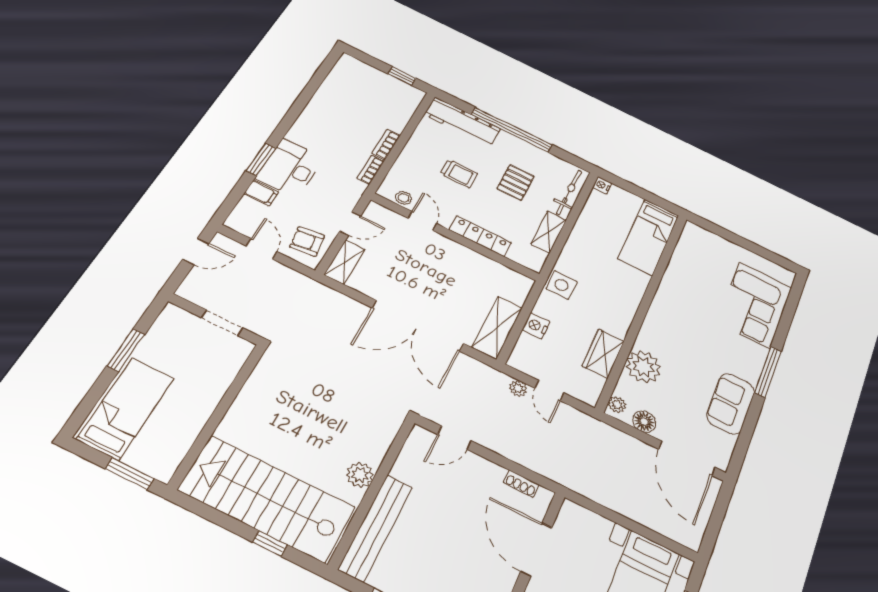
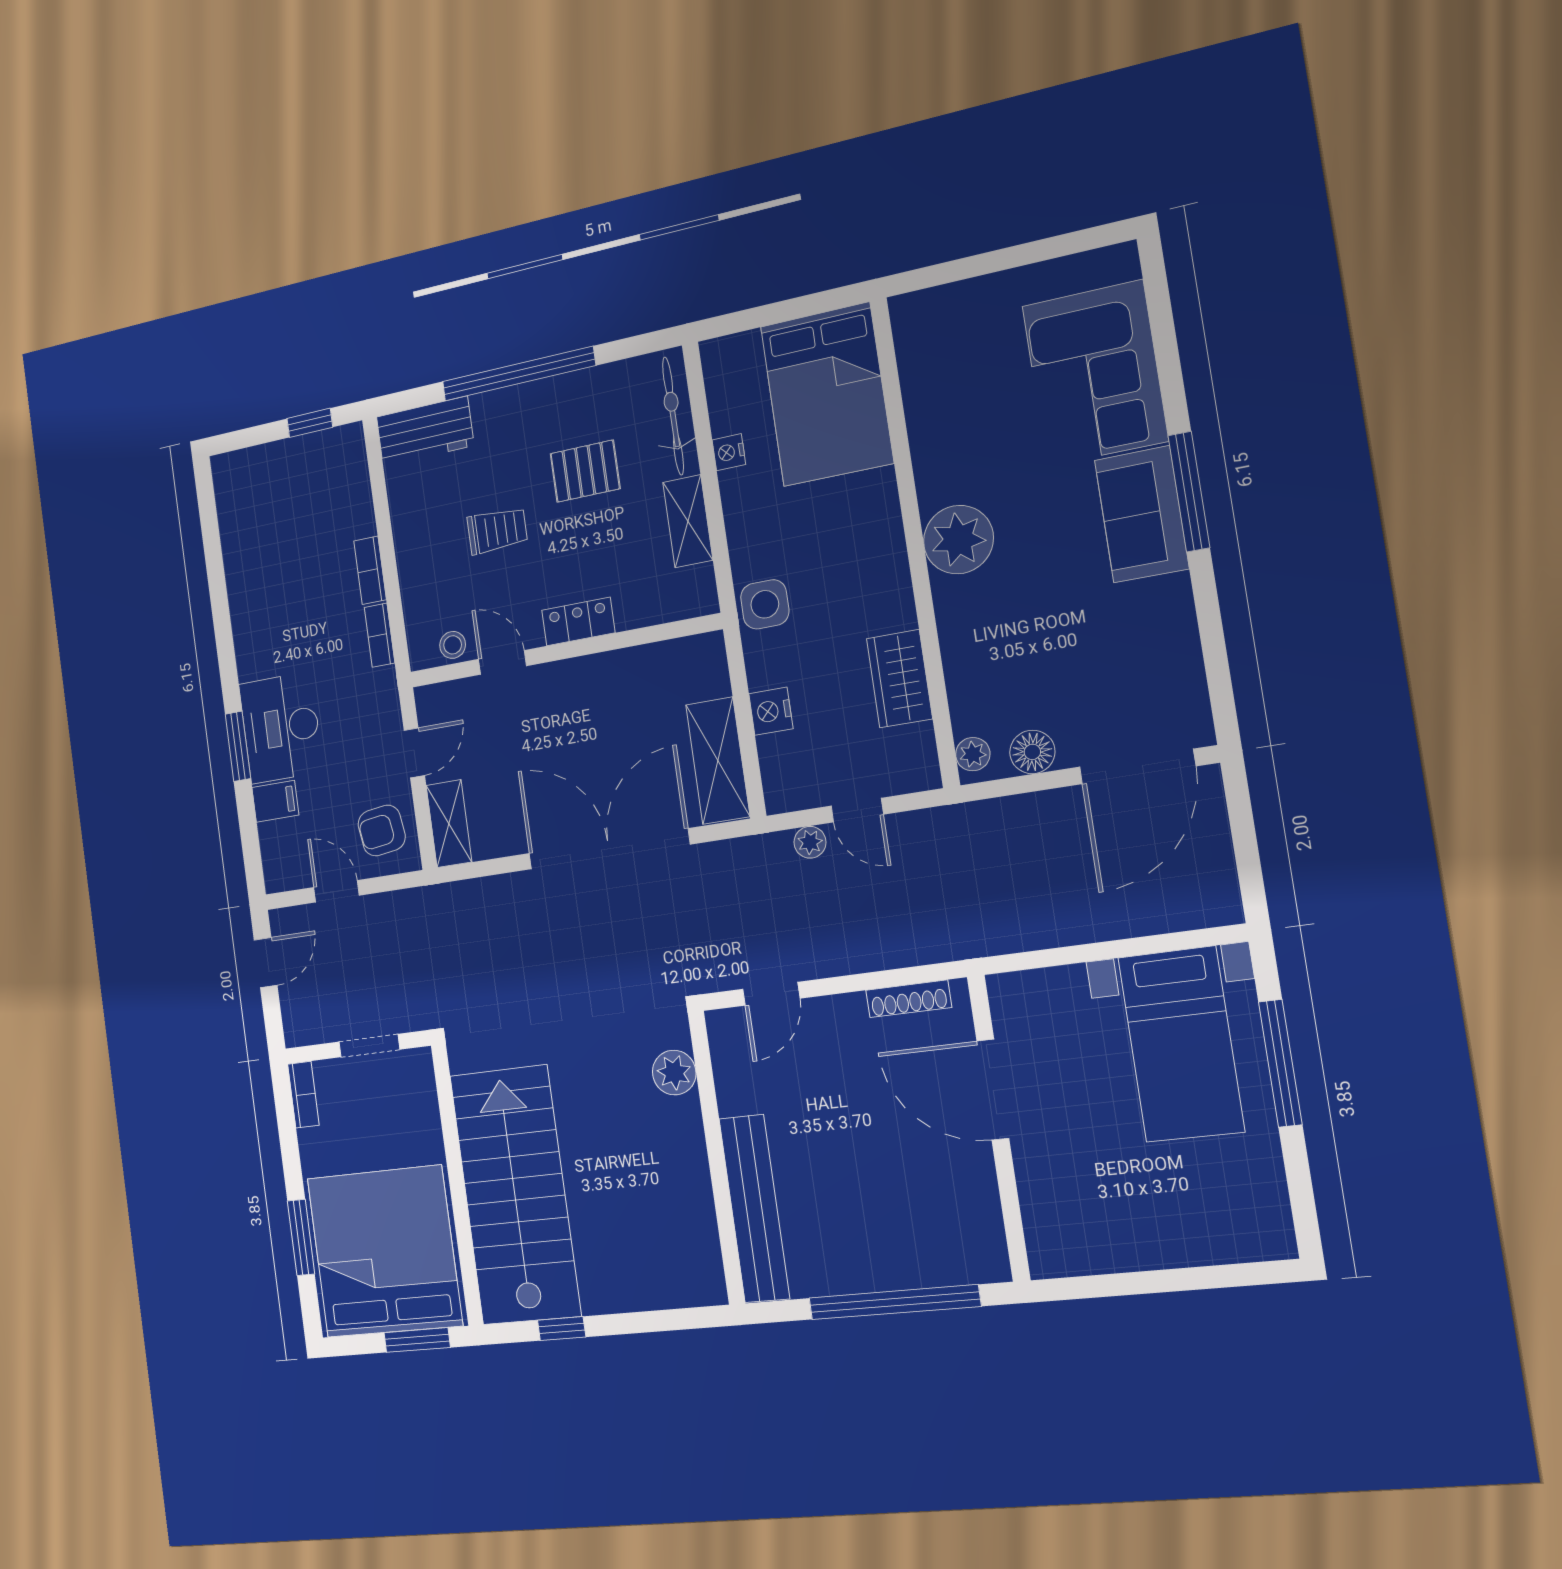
workbench: (462, 122) -> (425, 431), width x0.73
pallet: (516, 182) -> (585, 471), turned 90
nightstand: (602, 185) -> (729, 452), moved
locker: (480, 236) -> (578, 621), width x0.66
bed: (649, 237) -> (827, 394), width x1.50
bookcase: (165, 320) -> (303, 1095), added
double door: (418, 326) -> (609, 849), swing flipped
window: (126, 350) -> (301, 1237), moved
plant: (643, 367) -> (958, 540), moved
sofa: (731, 404) -> (1142, 514), moved
bed: (126, 408) -> (384, 1252), width x2.04
door: (687, 458) -> (1137, 767), hinge flipped
plant: (360, 475) -> (674, 1073), moved
shoe rack: (521, 484) -> (909, 999), width x1.43
stairs: (267, 499) -> (515, 1195), moved, turned 90
window: (270, 543) -> (562, 1329), moved

